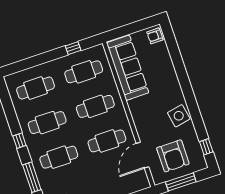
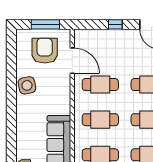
window: (206, 147) -> (11, 49), removed
door: (142, 155) -> (72, 61), hinge flipped

